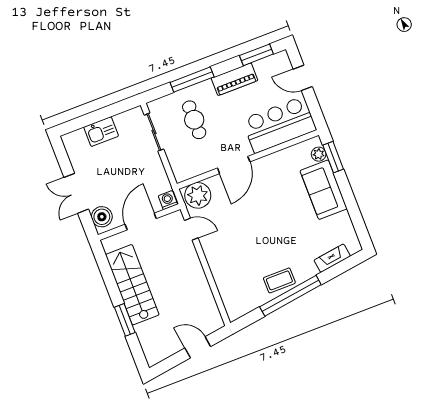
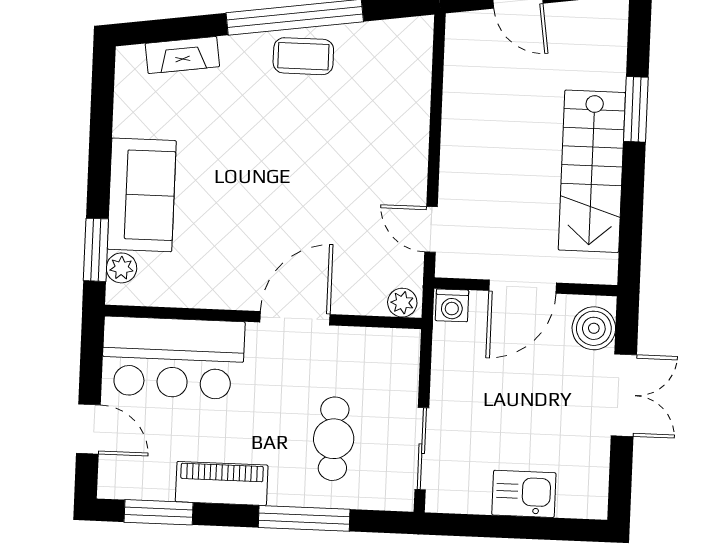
plant: (198, 195) -> (402, 303), width x0.53, depth x0.53

